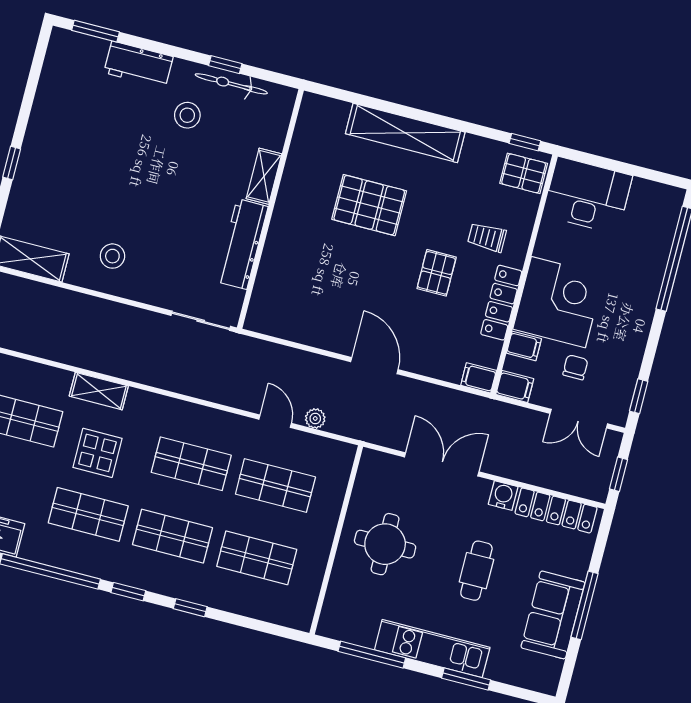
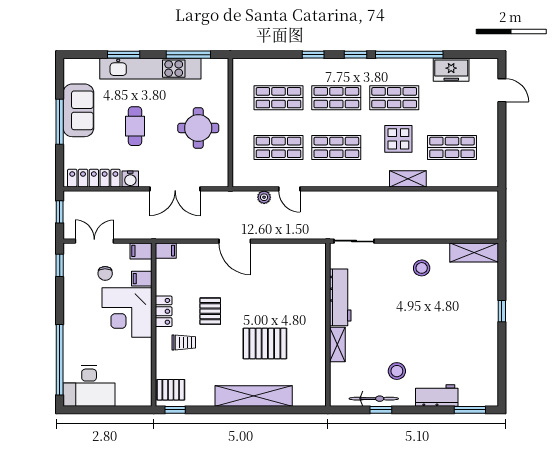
desk: (588, 195) -> (89, 386), moved
locker: (501, 303) -> (164, 311), width x0.66
kitchen unit: (432, 649) -> (150, 69), width x1.36

